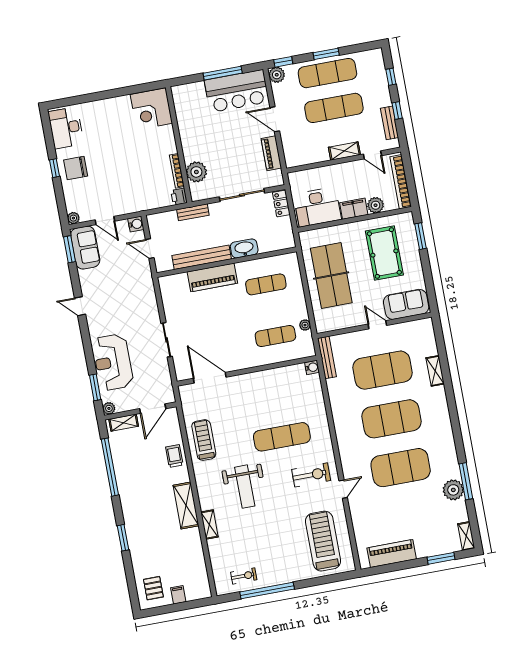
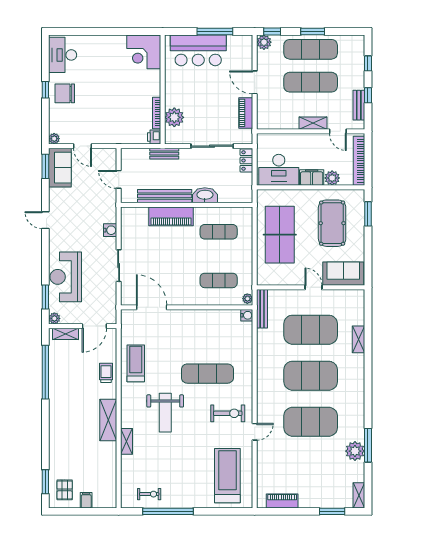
bar counter: (237, 91) -> (198, 50), moved
water cooler: (136, 224) -> (110, 230), moved
plant: (305, 325) -> (247, 299), moved
window: (123, 538) -> (45, 482), moved
piano: (392, 553) -> (282, 501), width x0.73, depth x0.75

